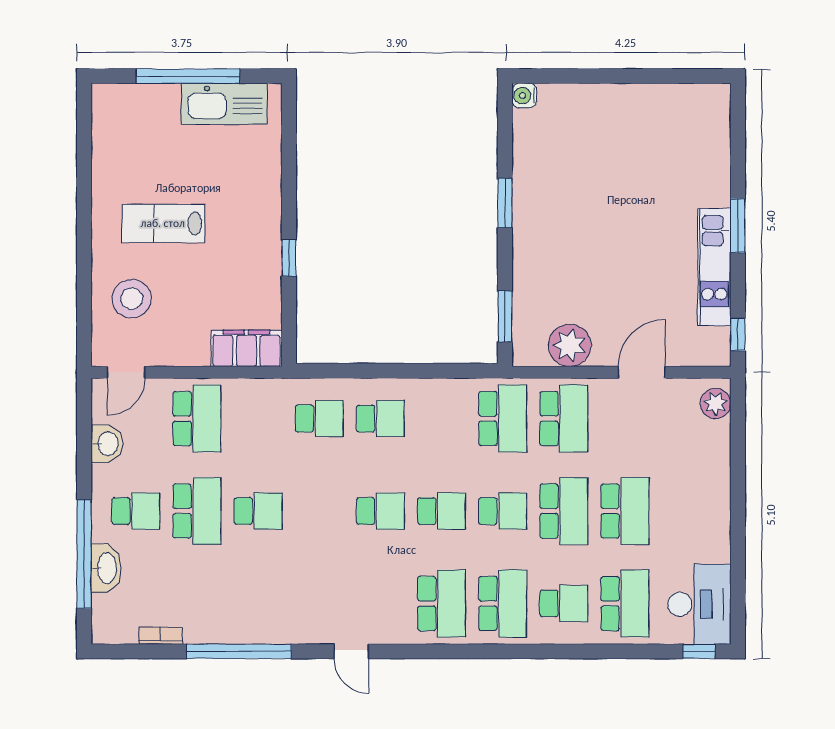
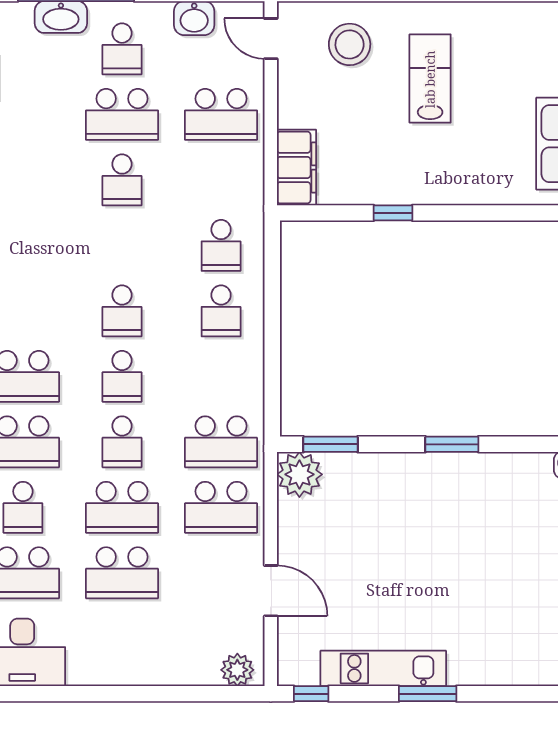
plant: (570, 345) -> (299, 474), moved

